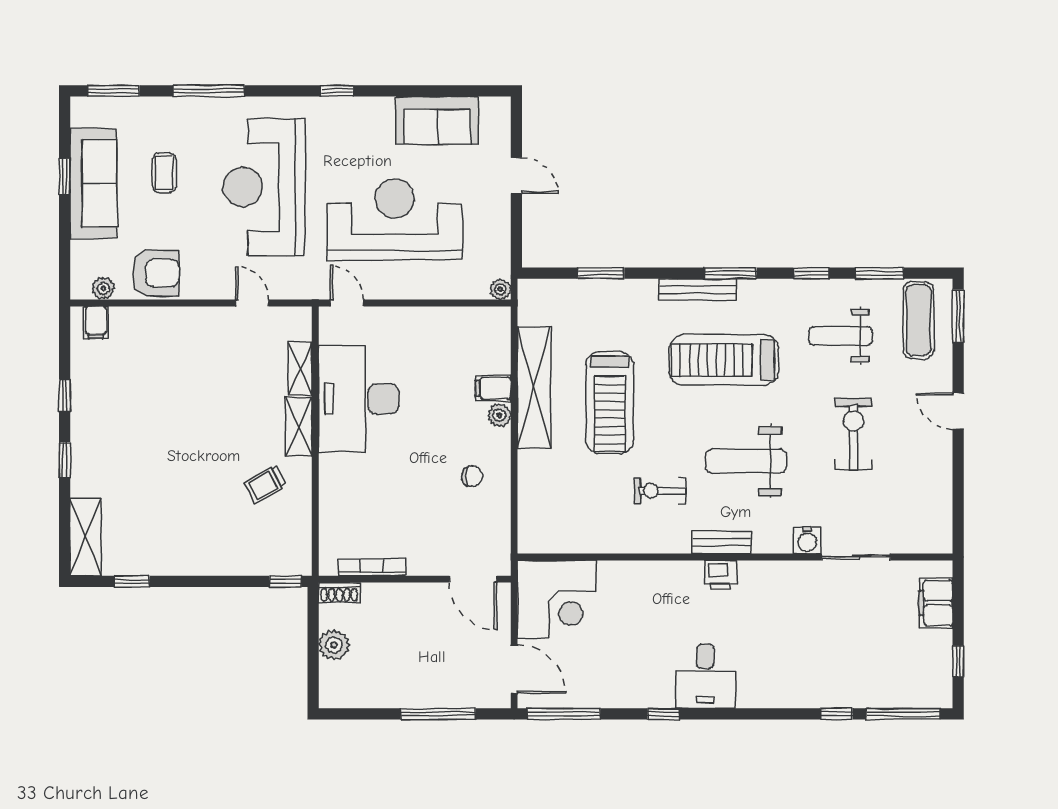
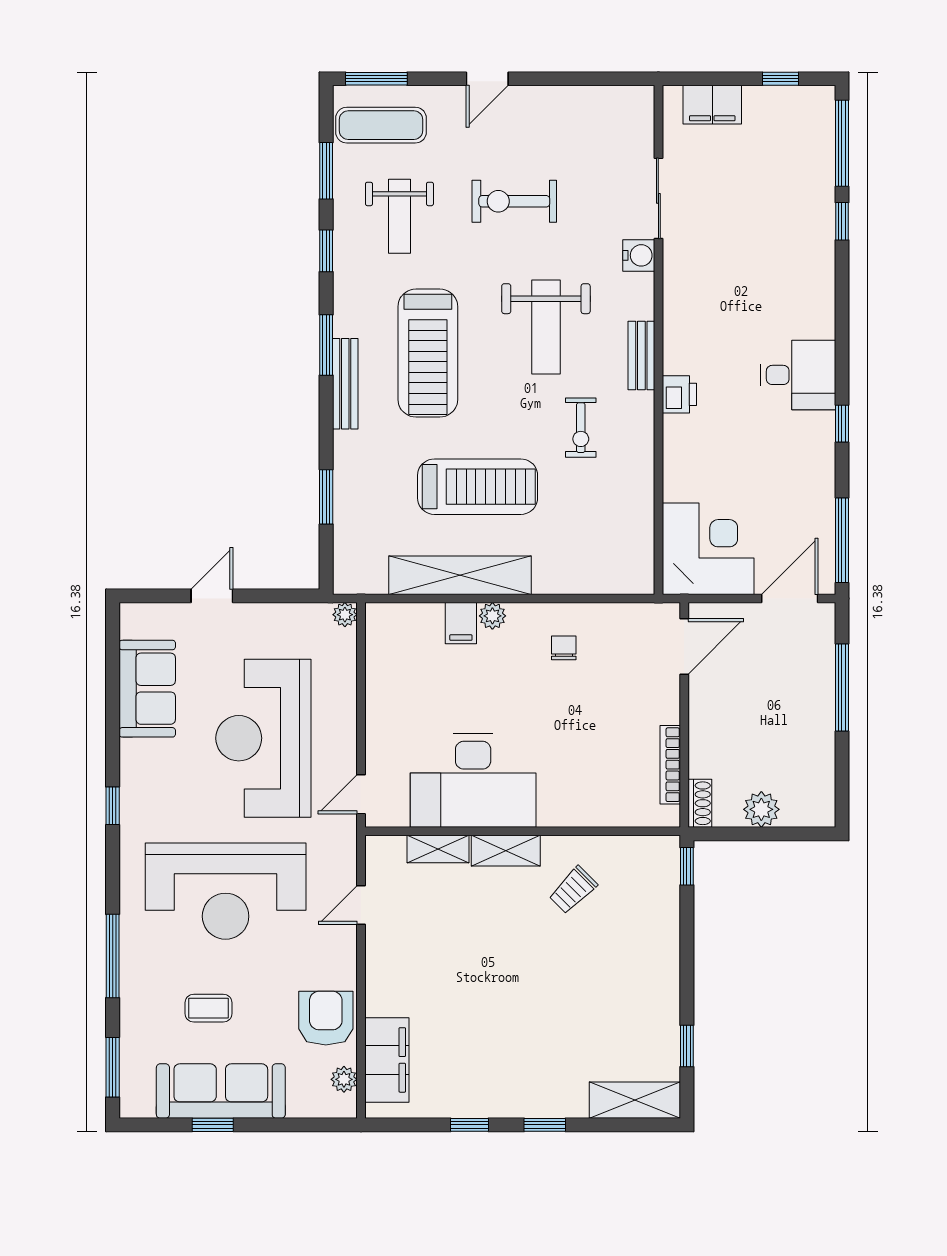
filing cabinet: (96, 322) -> (387, 1060), width x3.00, depth x1.17
trolley: (265, 484) -> (573, 890), turned 74
printer: (721, 575) -> (679, 394), moved

